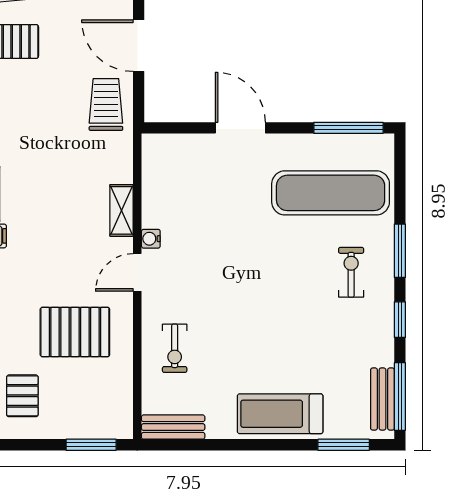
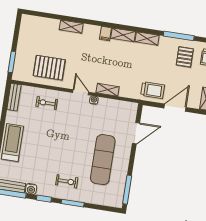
door: (240, 128) -> (136, 133), moved
exercise mat: (331, 193) -> (103, 160), moved
pallet: (75, 332) -> (49, 68), moved, turned 90
water cooler: (382, 353) -> (31, 189), added
pallet: (22, 396) -> (37, 36), removed

